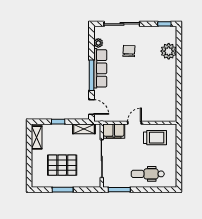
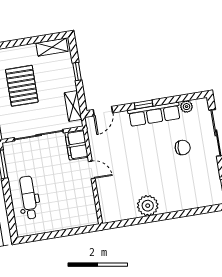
plant: (169, 51) -> (148, 206), moved
window: (91, 75) -> (144, 105), width x0.46
trolley: (155, 138) -> (77, 199), removed

